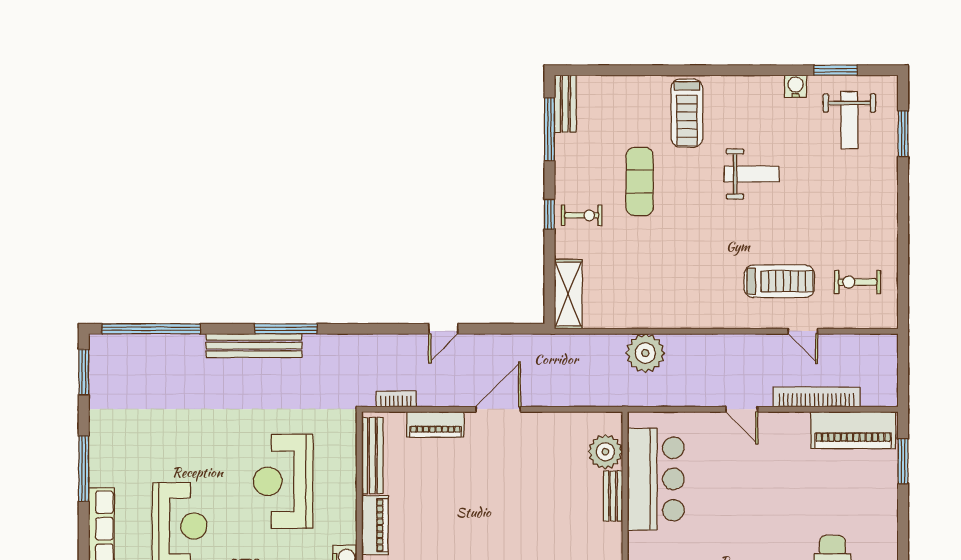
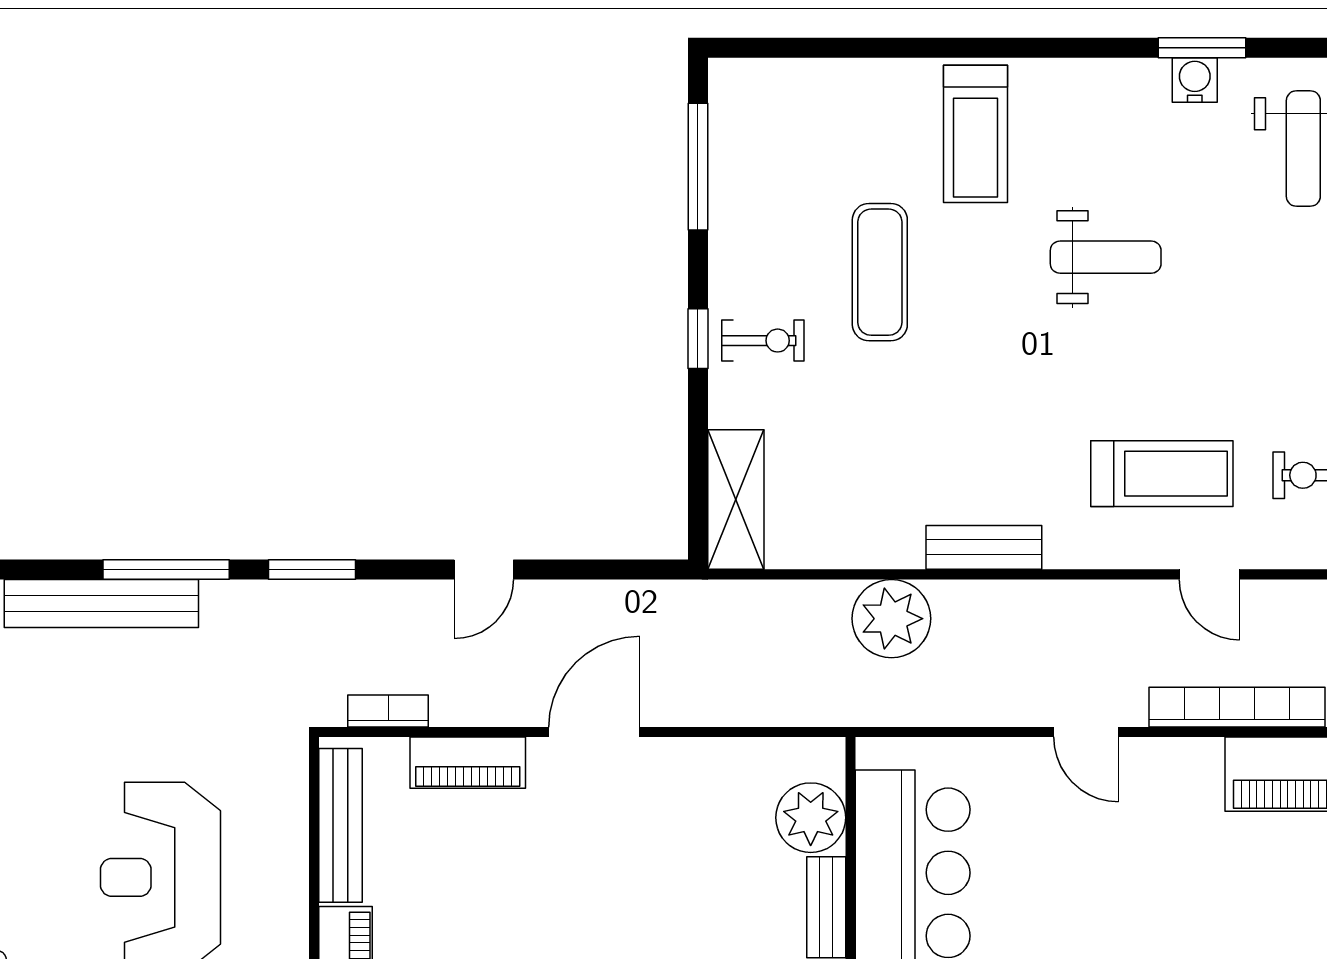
window: (836, 70) -> (1202, 48), moved
bench: (565, 104) -> (984, 547), moved, turned 90
window: (358, 329) -> (312, 569), added

